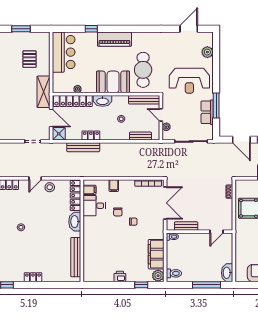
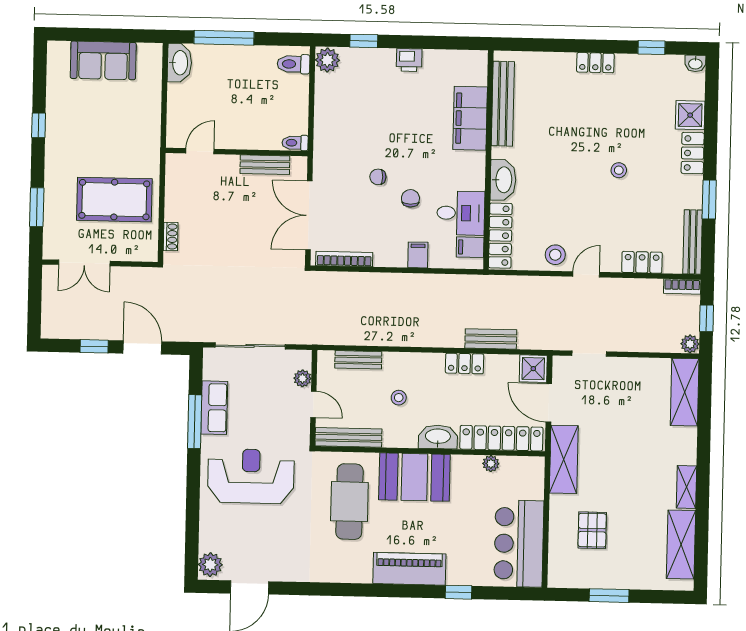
plant: (207, 52) -> (210, 565), moved
bench: (83, 147) -> (491, 339), width x0.73
filing cabinet: (156, 254) -> (470, 118), moved, turned 180

